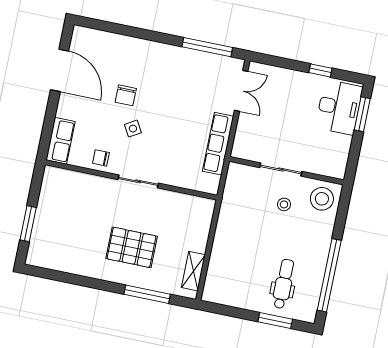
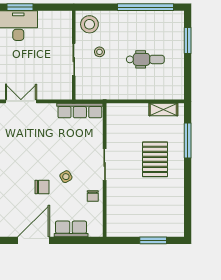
row of seats: (60, 141) -> (71, 229), moved
row of seats: (218, 144) -> (80, 110), moved
dental chair: (283, 284) -> (145, 59), moved, turned 180

